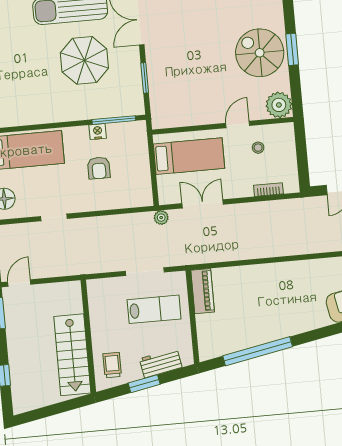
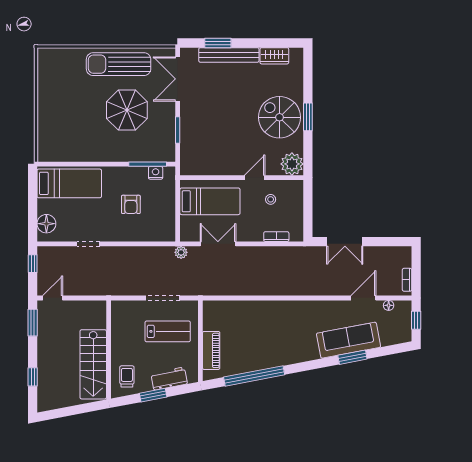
nightstand: (98, 132) -> (156, 173), moved
piano: (203, 291) -> (211, 350), moved

